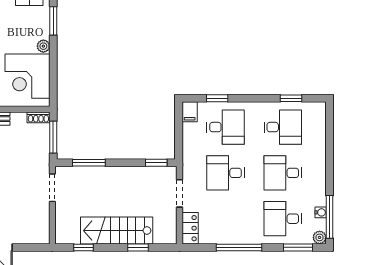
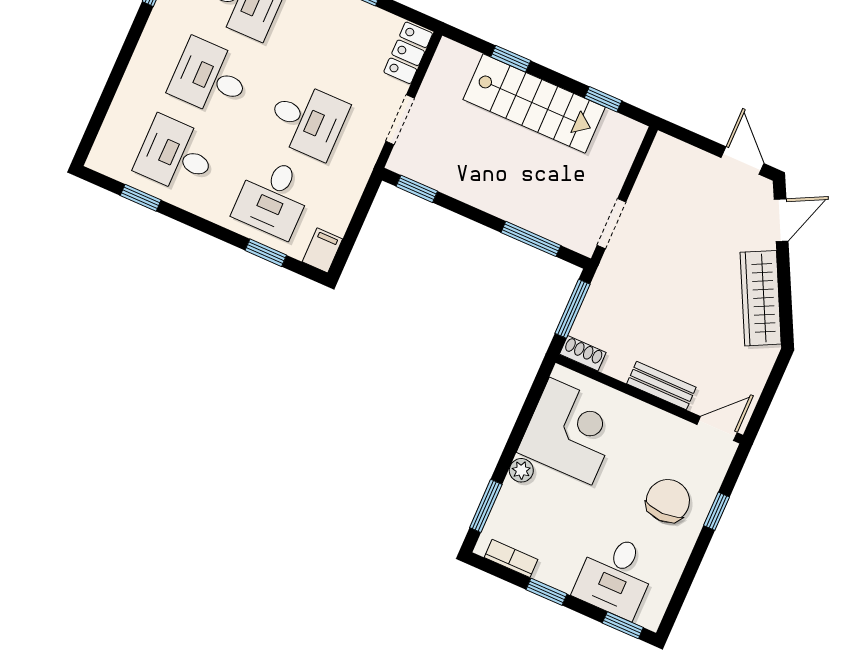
desk: (225, 127) -> (273, 198), turned -90
desk: (283, 173) -> (210, 78), turned 180

